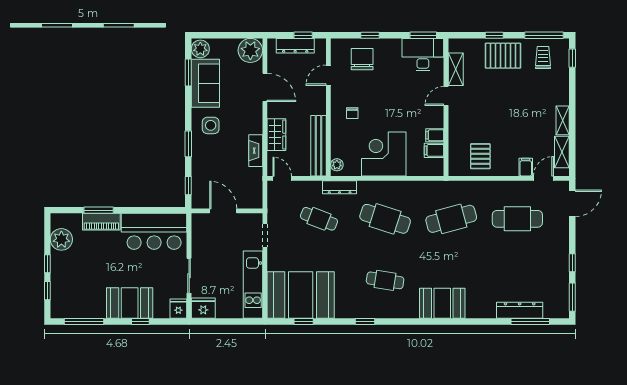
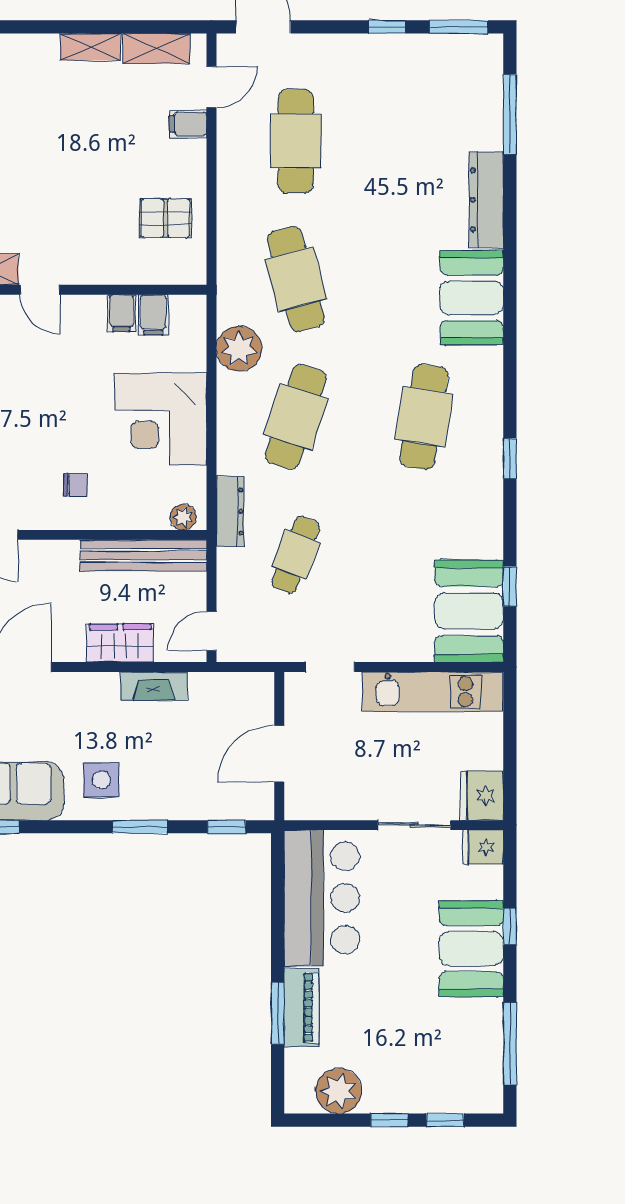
door: (543, 178) -> (212, 87), swing flipped
plant: (418, 192) -> (239, 349), added
cafe table: (385, 280) -> (424, 417), width x1.37, depth x1.35
booth: (301, 295) -> (469, 611), width x0.73, depth x0.70
dresser: (520, 310) -> (486, 200), moved

